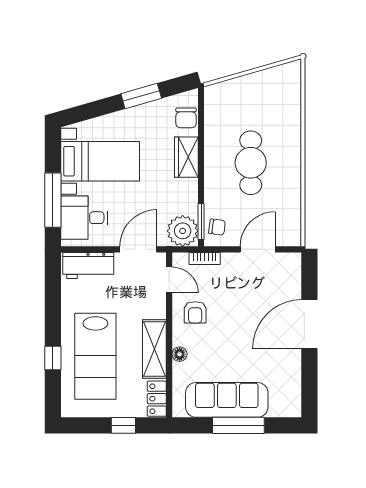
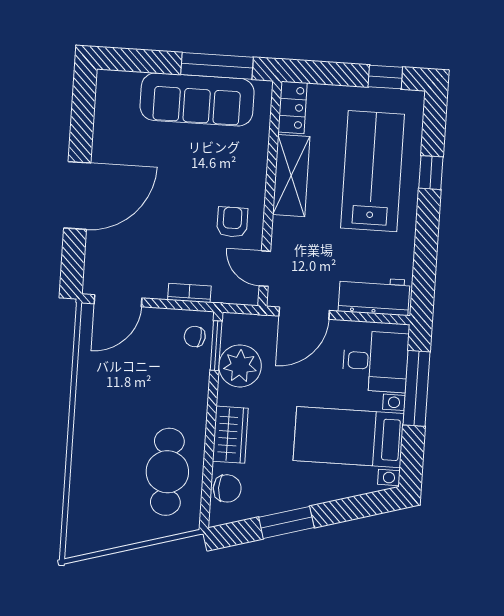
chair: (186, 118) -> (227, 488), turned 90
cafe table: (251, 163) -> (167, 472), moved
plant: (183, 231) -> (240, 366), moved
door: (258, 249) -> (118, 301), moved
bookcase: (205, 259) -> (189, 293), moved
floor lamp: (180, 354) -> (257, 166), removed
window: (123, 425) -> (385, 77), moved
window: (238, 425) -> (217, 66), moved

